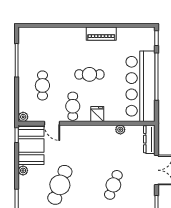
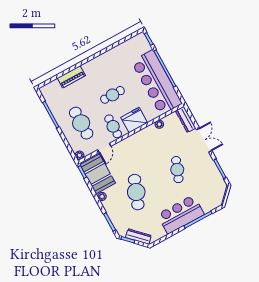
piano: (101, 34) -> (71, 77), moved
cafe table: (42, 85) -> (81, 123), width x1.37, depth x1.35
fridge: (97, 114) -> (134, 120), width x1.88, depth x1.34
door: (52, 123) -> (104, 148), hinge flipped

